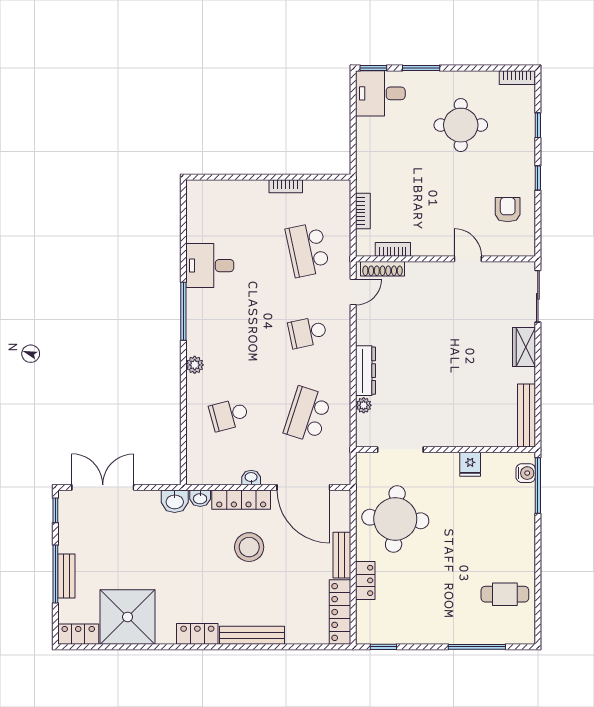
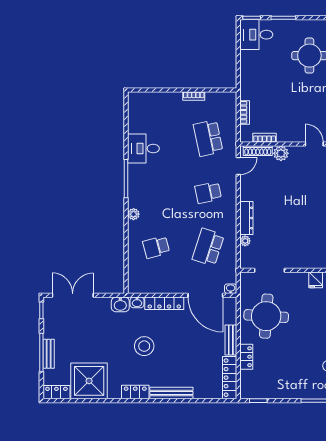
plant: (418, 273) -> (281, 153), added
washbasin: (251, 478) -> (231, 289), moved
stool: (249, 547) -> (144, 346), moved

